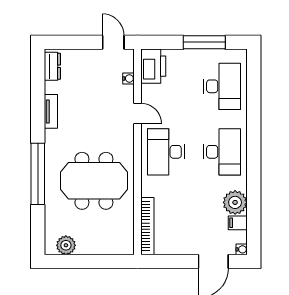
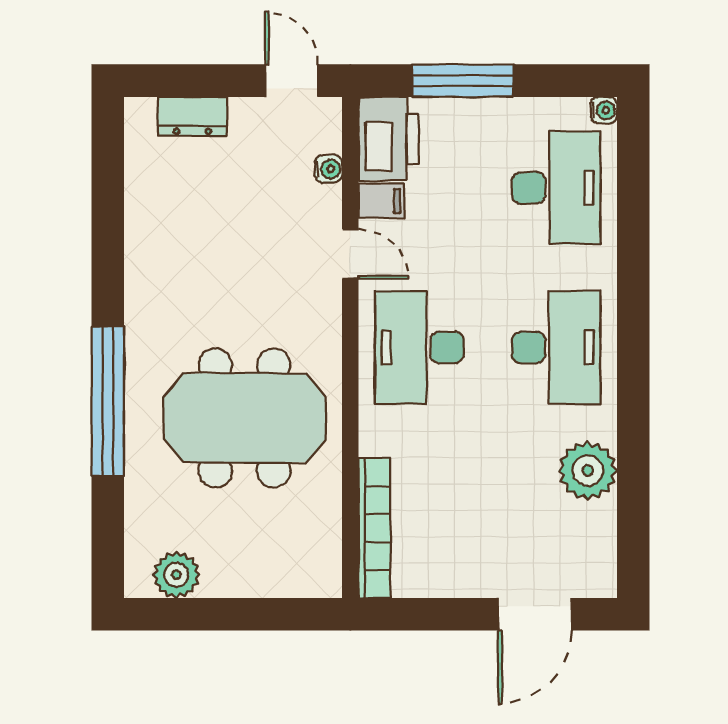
window: (204, 42) -> (463, 81), moved
dresser: (52, 66) -> (192, 116), moved, turned 90
tv unit: (51, 111) -> (140, 249), removed
filing cabinet: (238, 223) -> (381, 201), moved, turned 180
water cooler: (242, 249) -> (604, 110), moved

